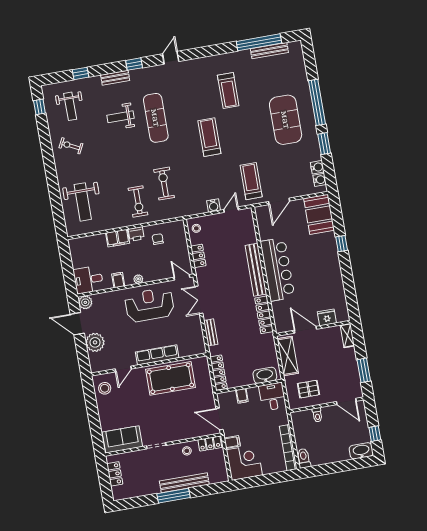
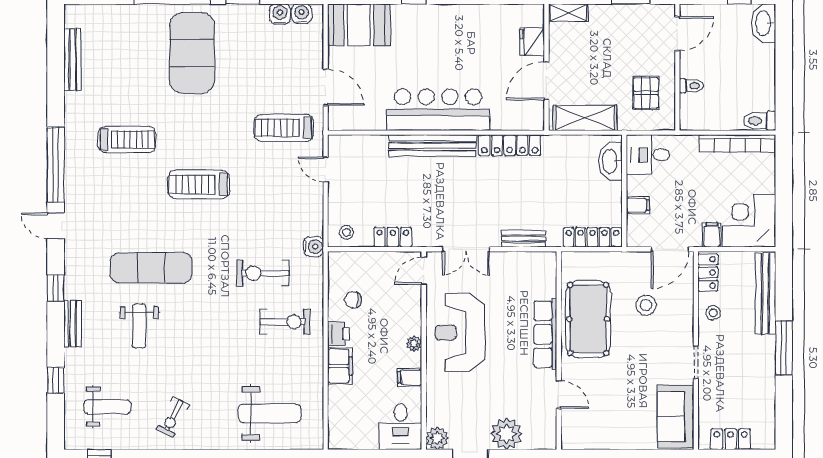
window: (259, 42) -> (56, 165), moved
exercise mat: (286, 120) -> (192, 53), turned 90
water cooler: (213, 206) -> (314, 246), moved
stool: (105, 388) -> (646, 305), moved
bench: (184, 483) -> (765, 293), moved

